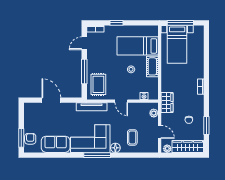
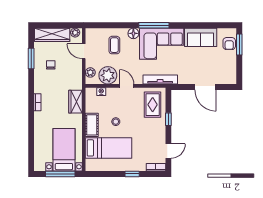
window: (84, 71) -> (168, 119), width x0.46
wardrobe: (167, 102) -> (75, 102), moved
plant: (138, 111) -> (108, 75), added

